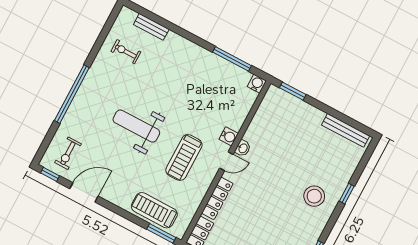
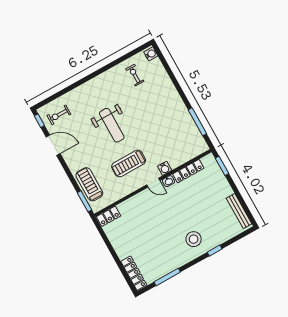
bench: (151, 27) -> (160, 70), removed
water cooler: (257, 84) -> (151, 54), moved
window: (72, 94) -> (85, 80), removed
weight bench: (136, 126) -> (112, 125), turned 180
locker: (217, 198) -> (188, 171), moved

